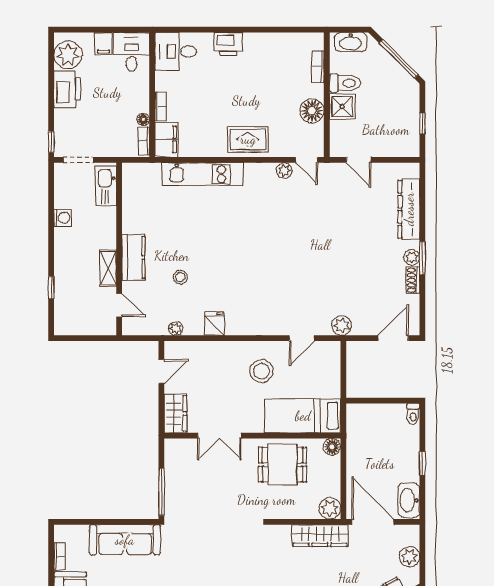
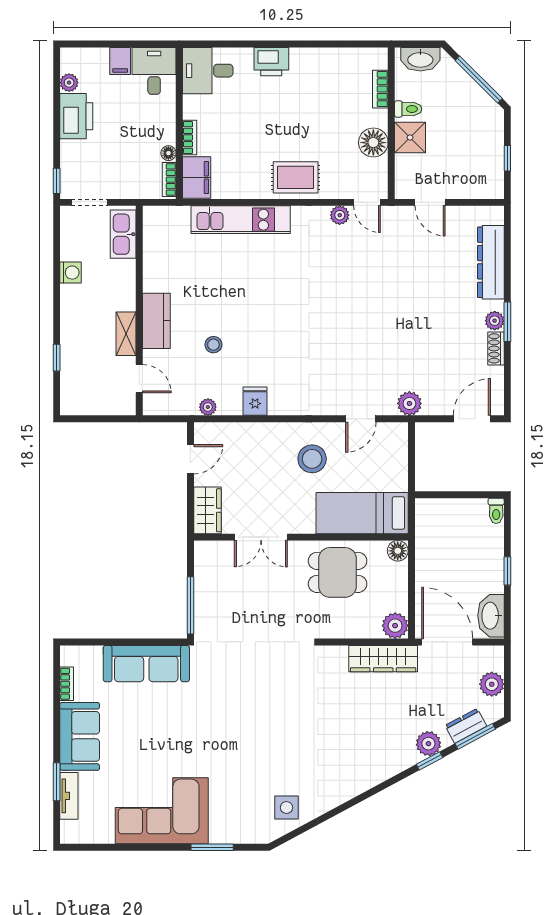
plant: (68, 55) -> (69, 83), width x0.53, depth x0.53
toilet: (345, 83) -> (408, 109), width x0.73, depth x0.72

